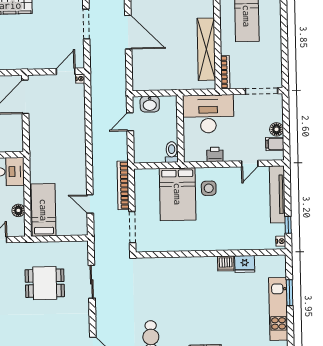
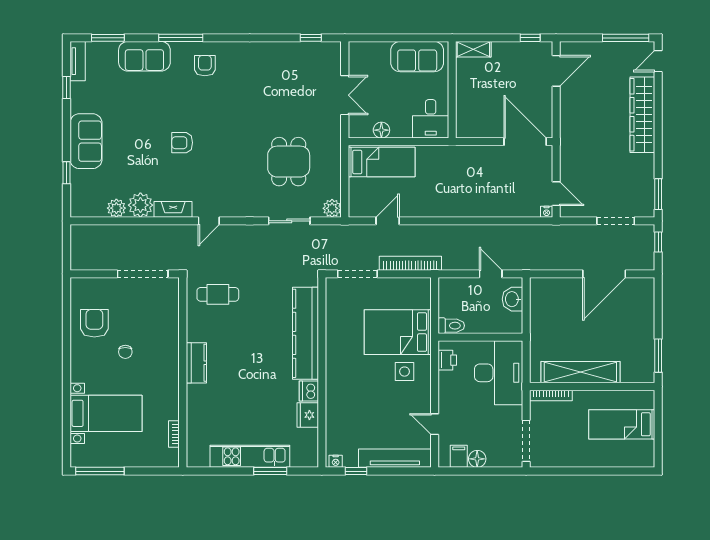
printer: (215, 154) -> (447, 360), moved
plant: (81, 248) -> (332, 208), added
kitchen counter: (180, 267) -> (305, 333), added

